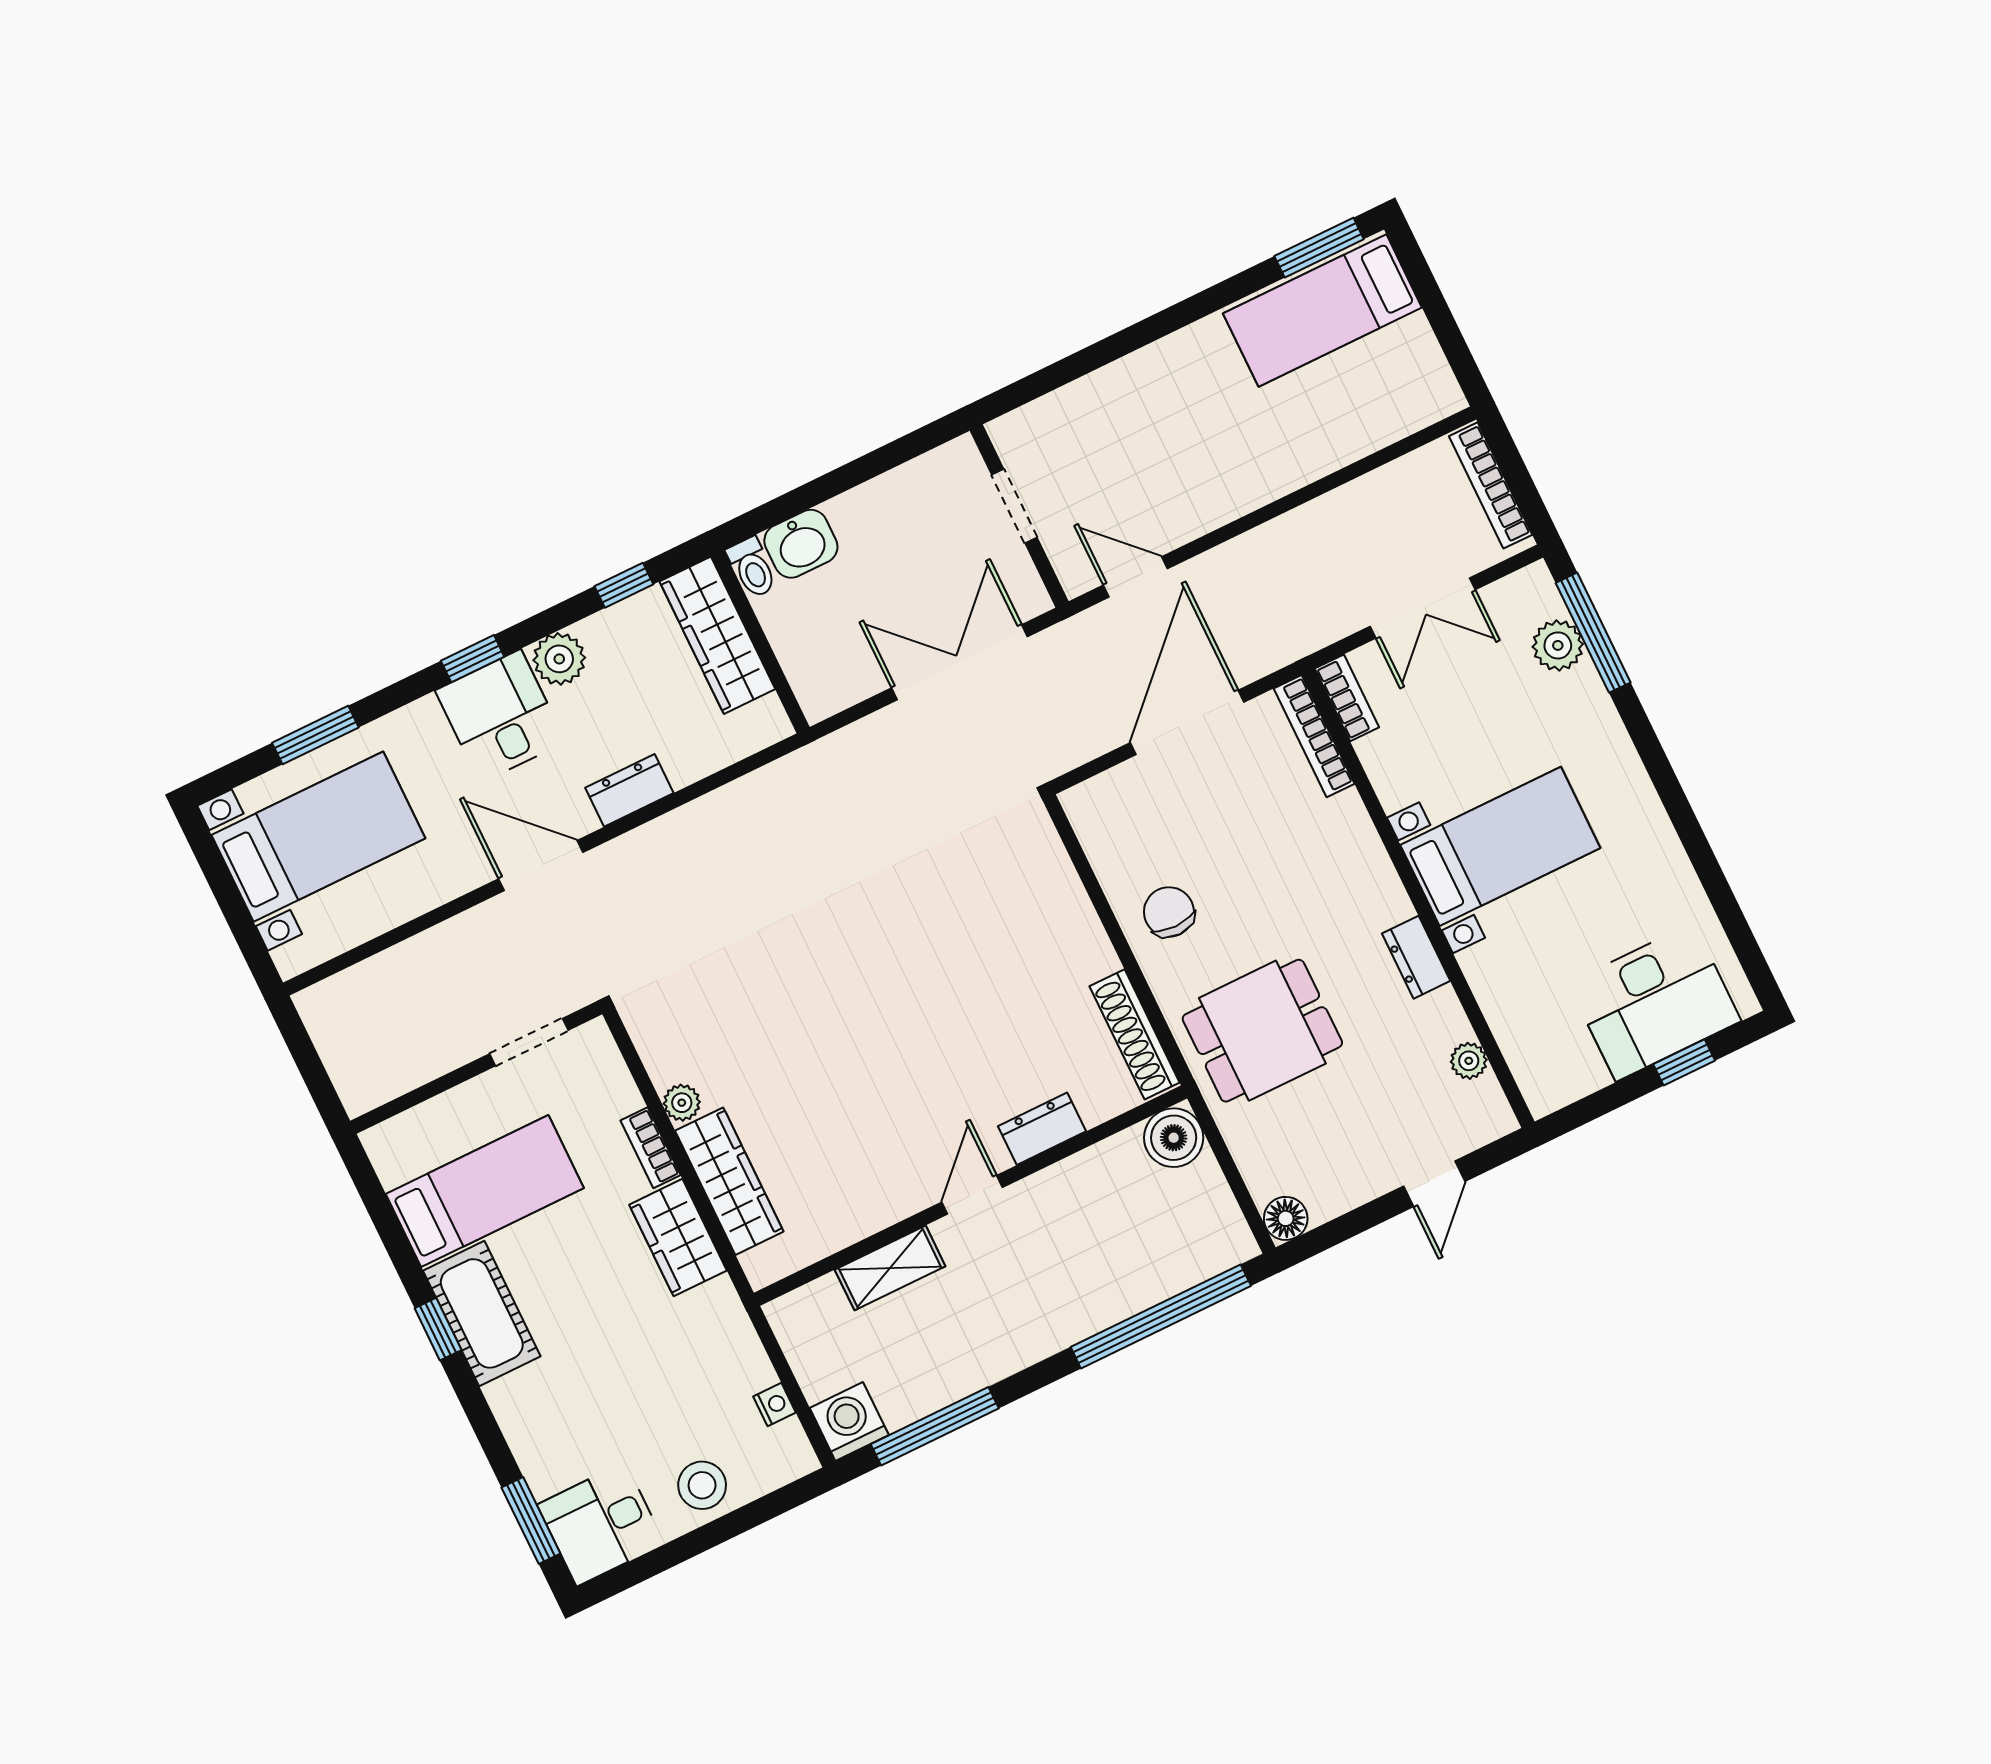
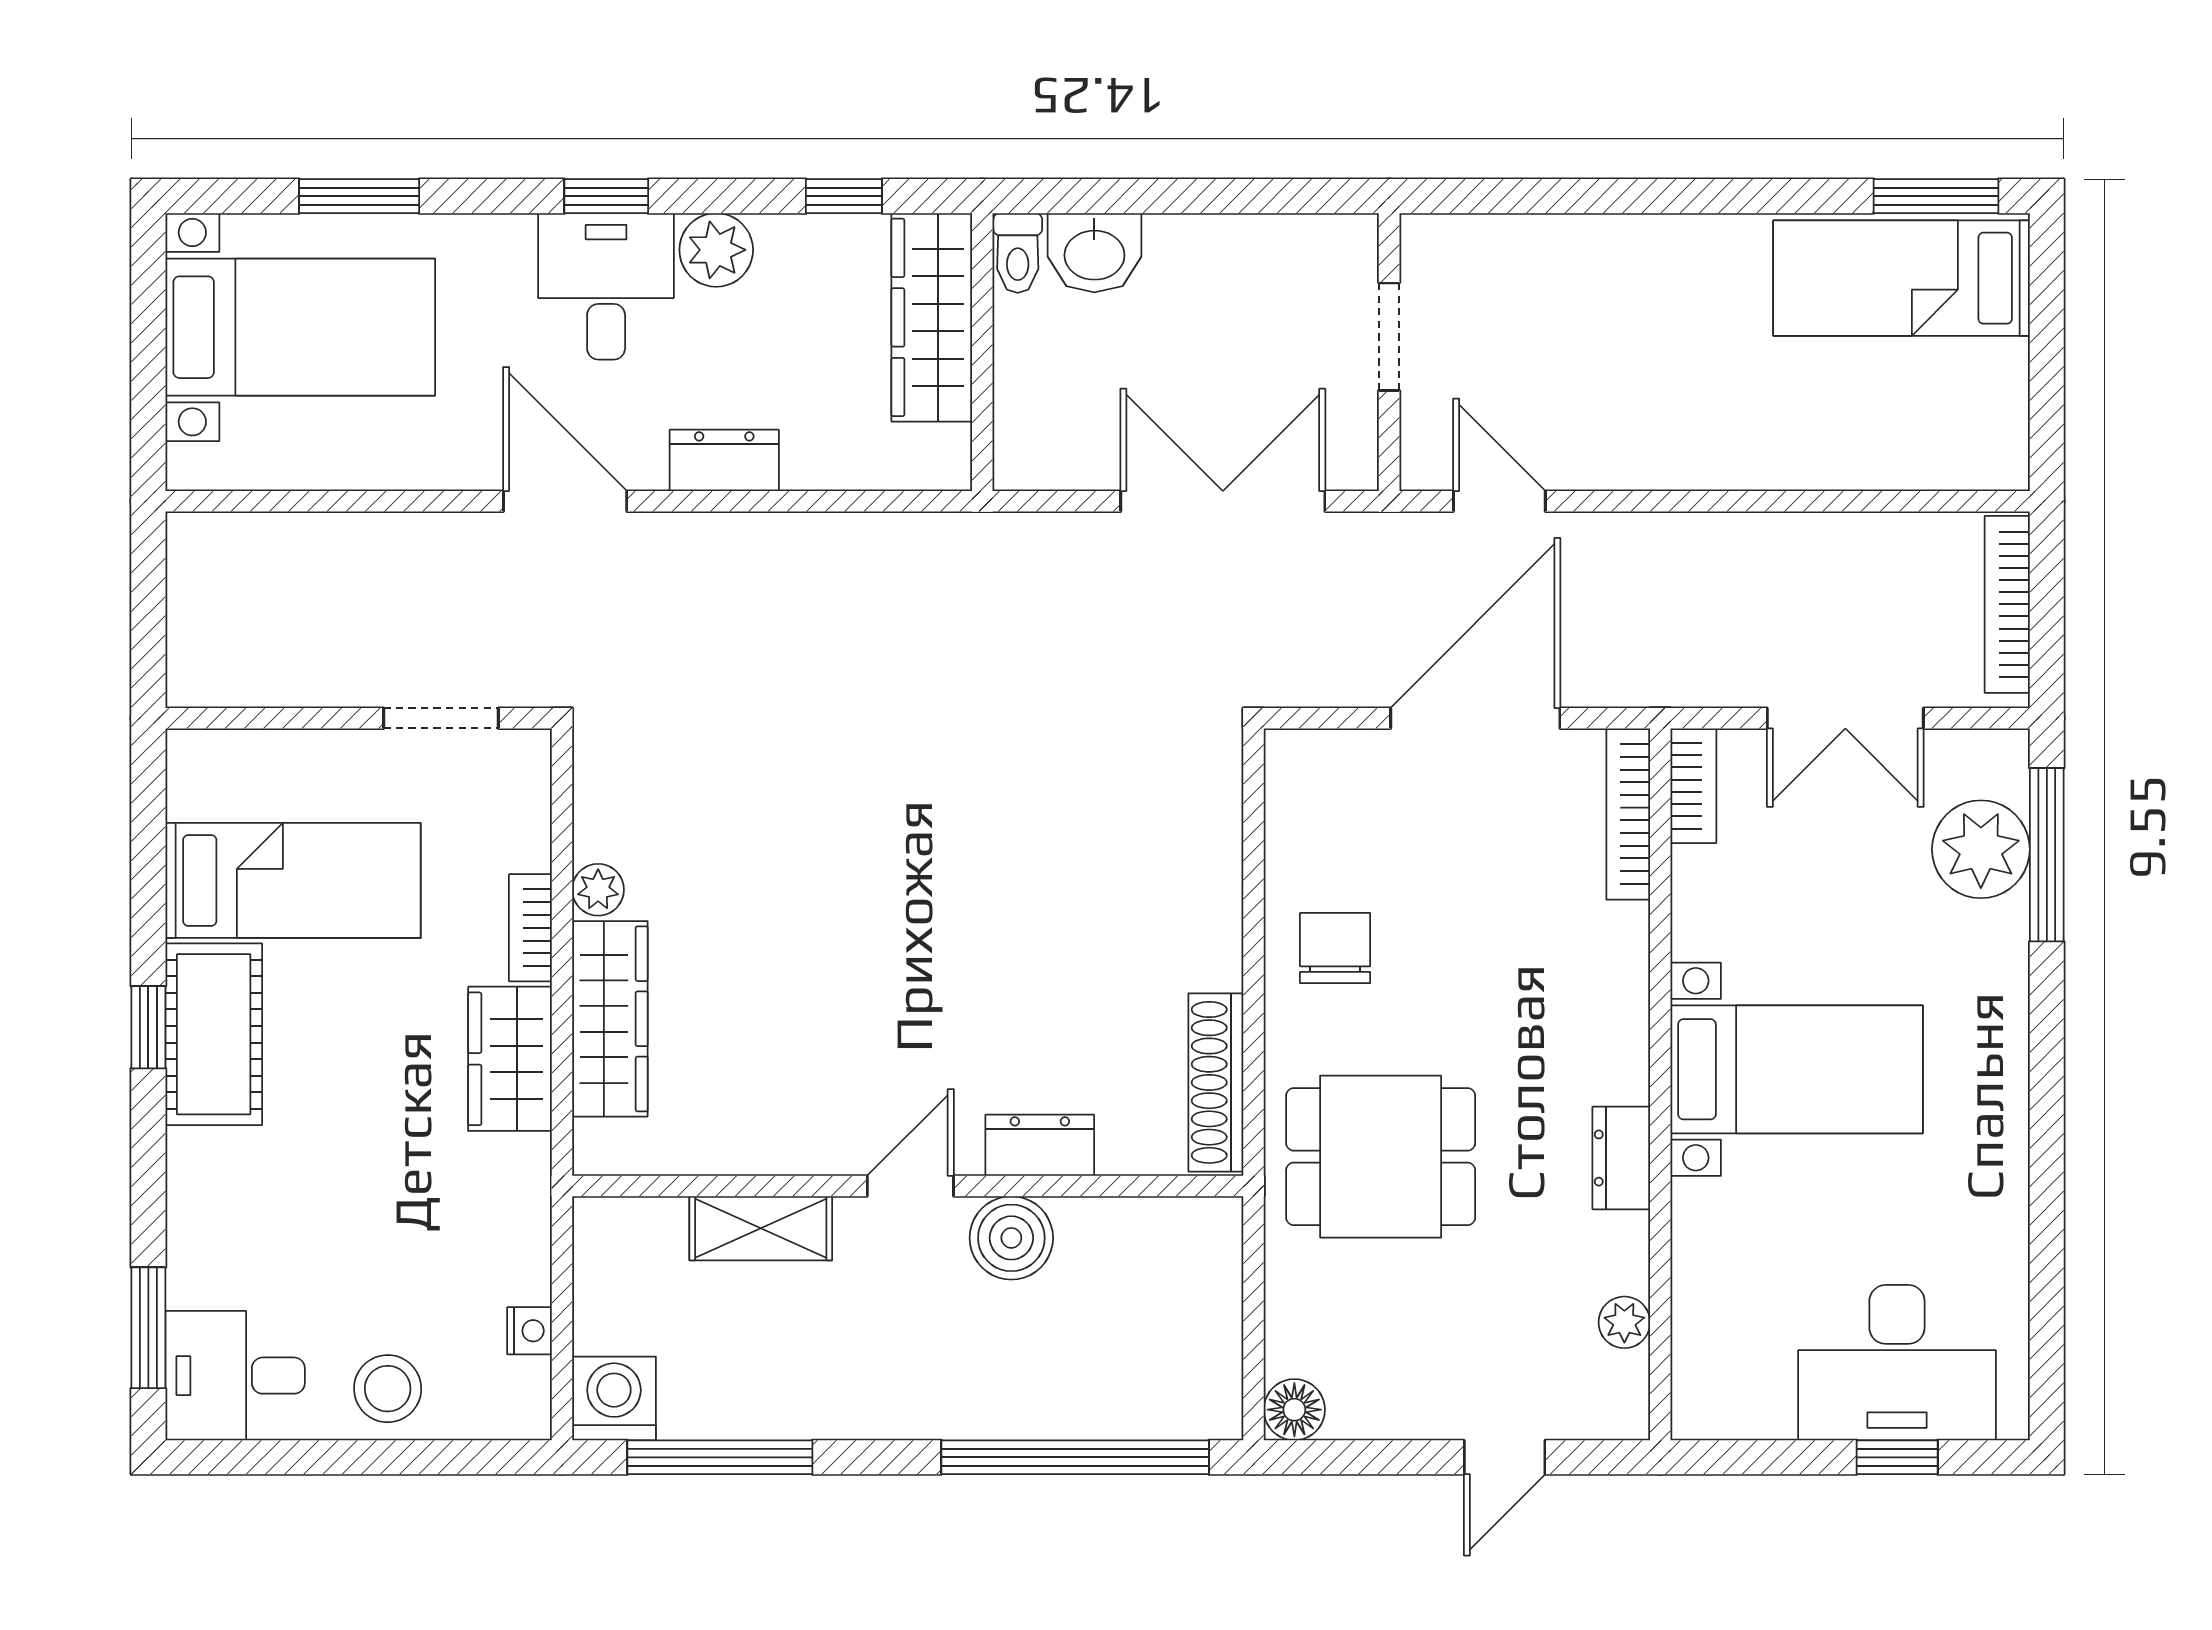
plant: (1558, 645) -> (1981, 849), width x1.36, depth x1.36
boiler: (1174, 1138) -> (1011, 1238), moved

